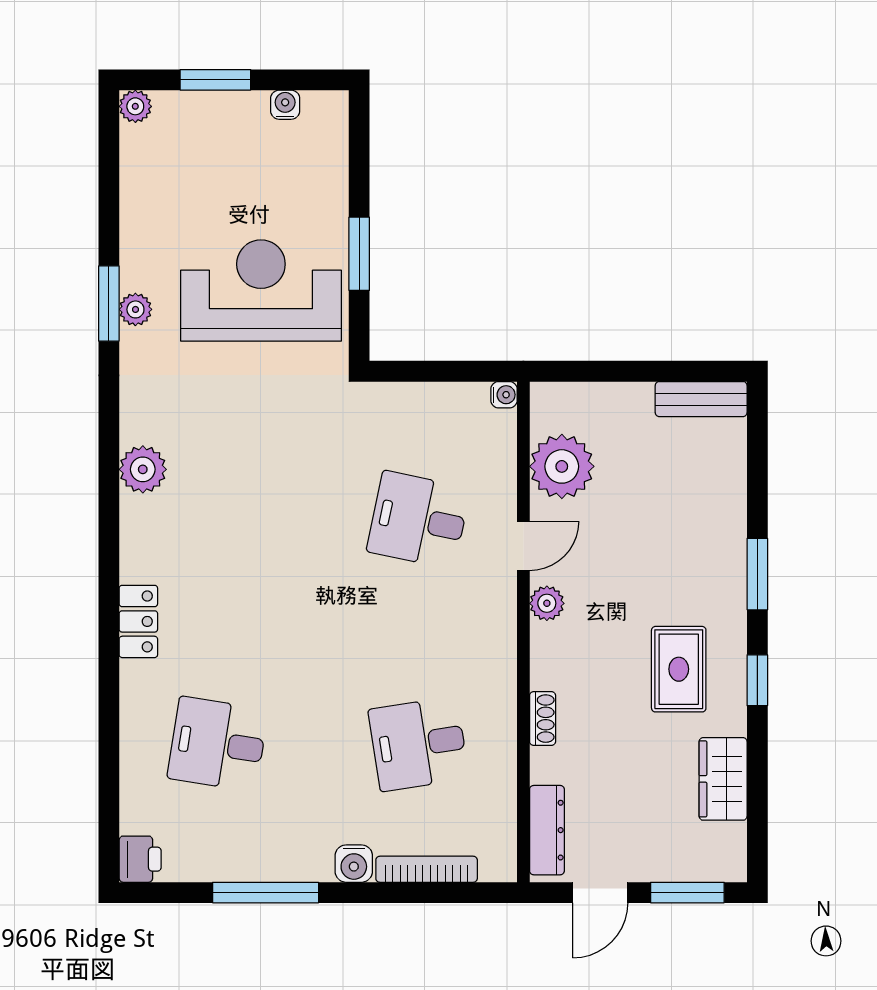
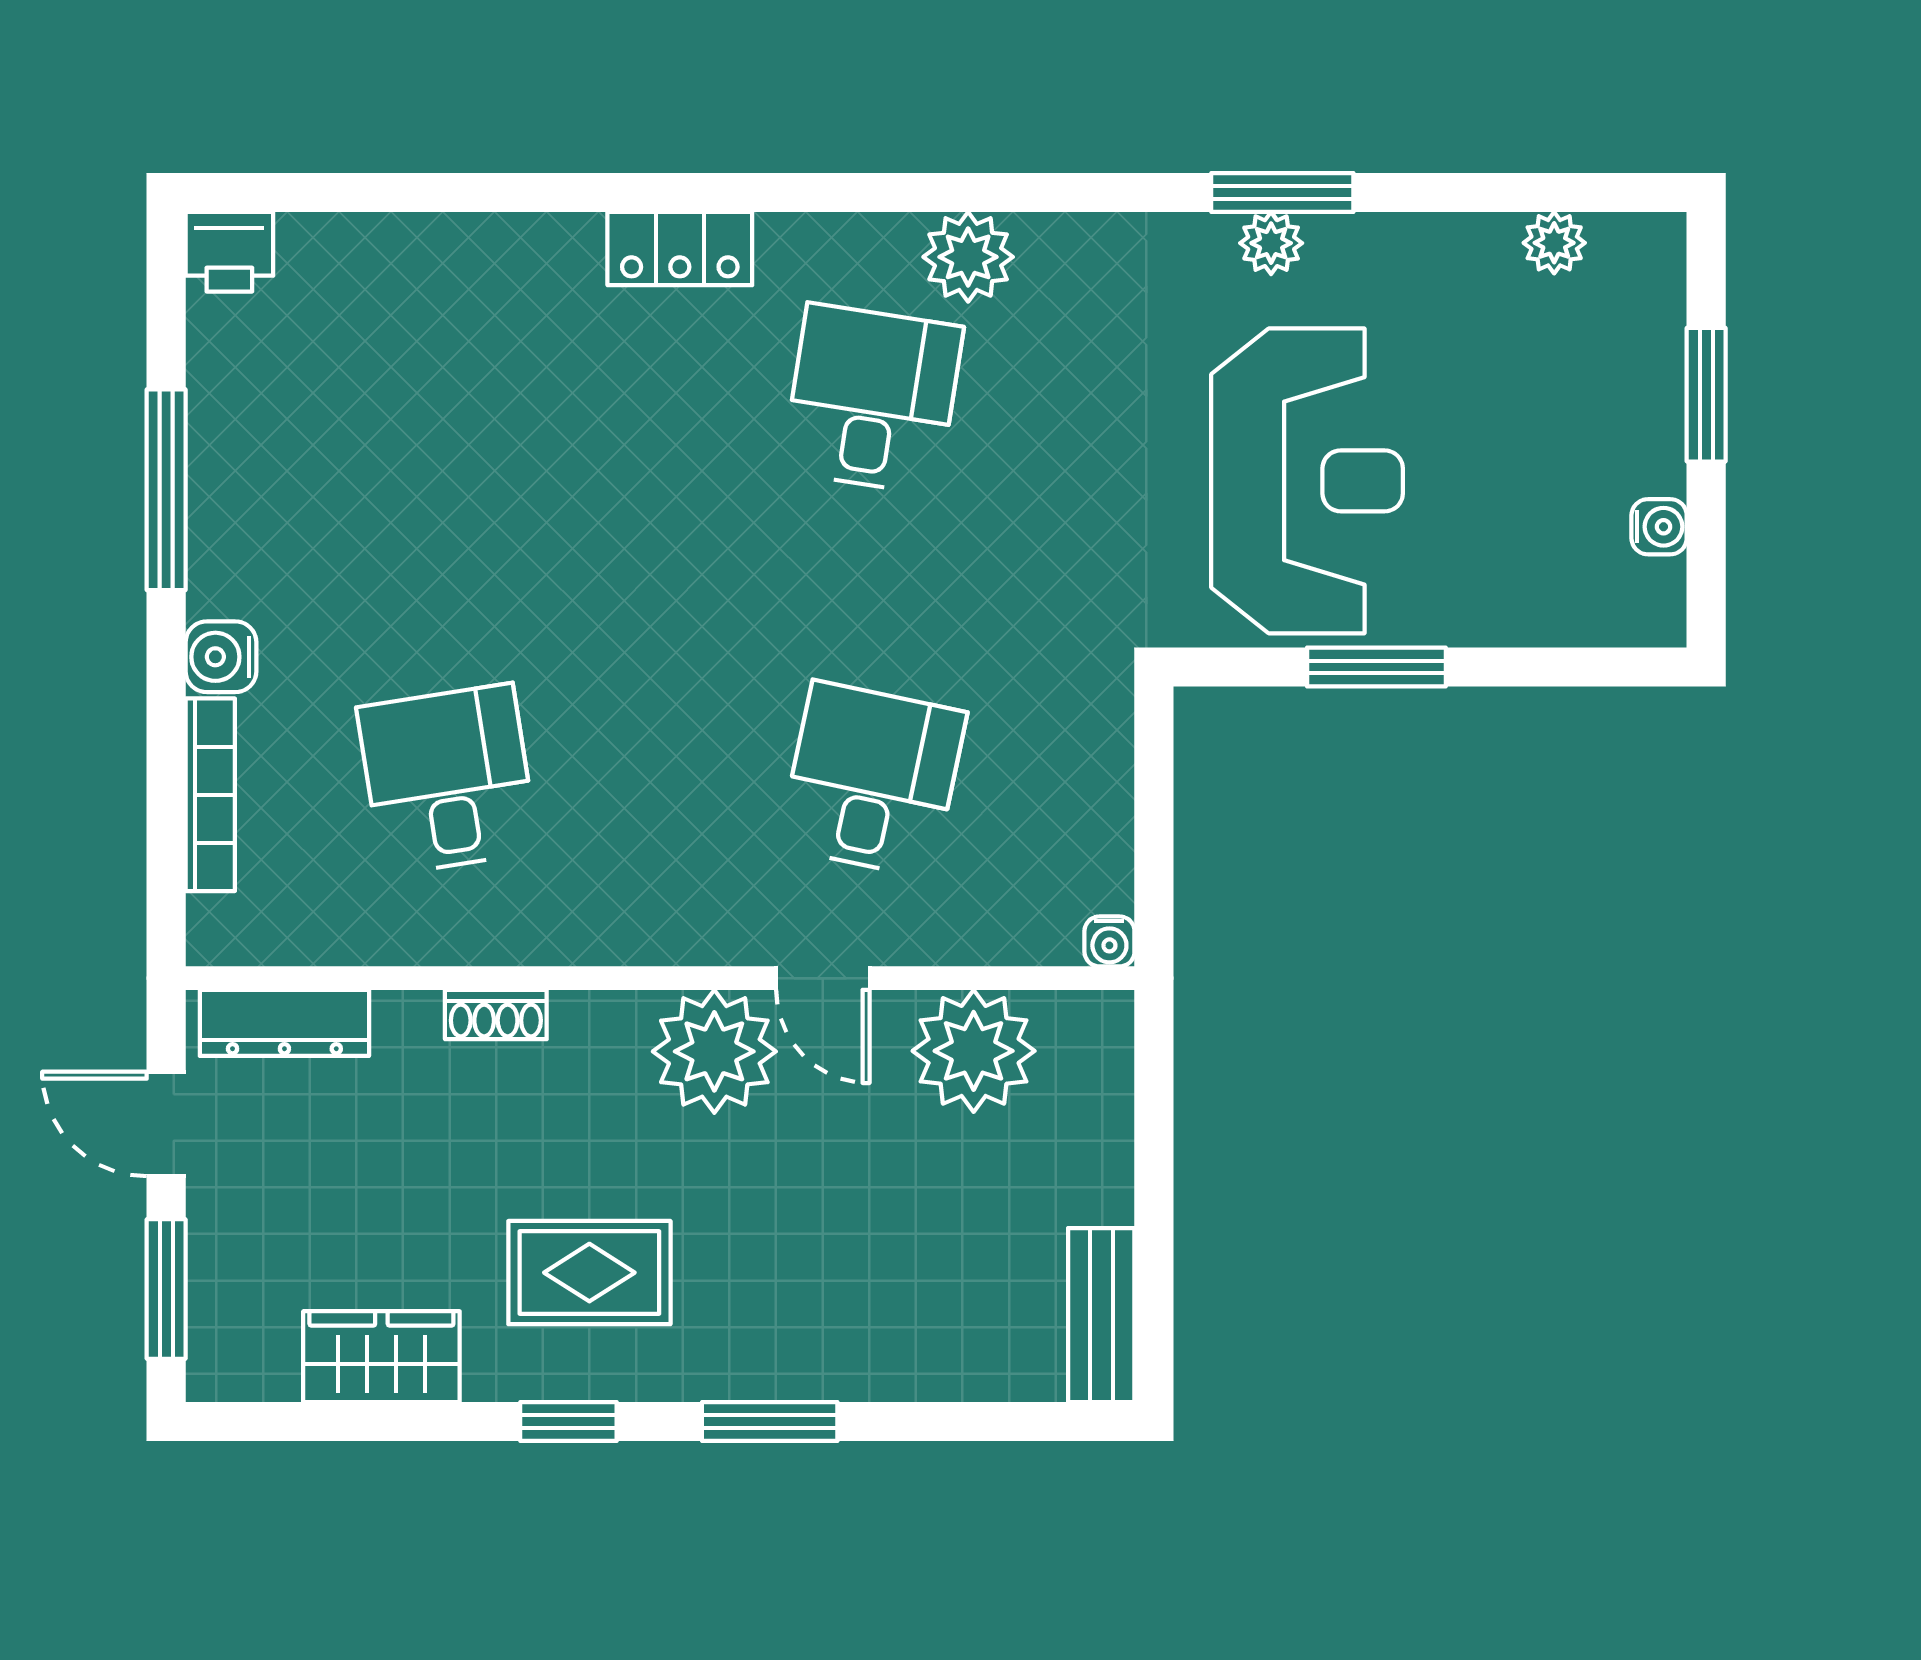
plant: (135, 106) -> (1554, 243), moved
plant: (547, 603) -> (714, 1051), width x1.88, depth x1.88
desk: (218, 744) -> (872, 399), moved

